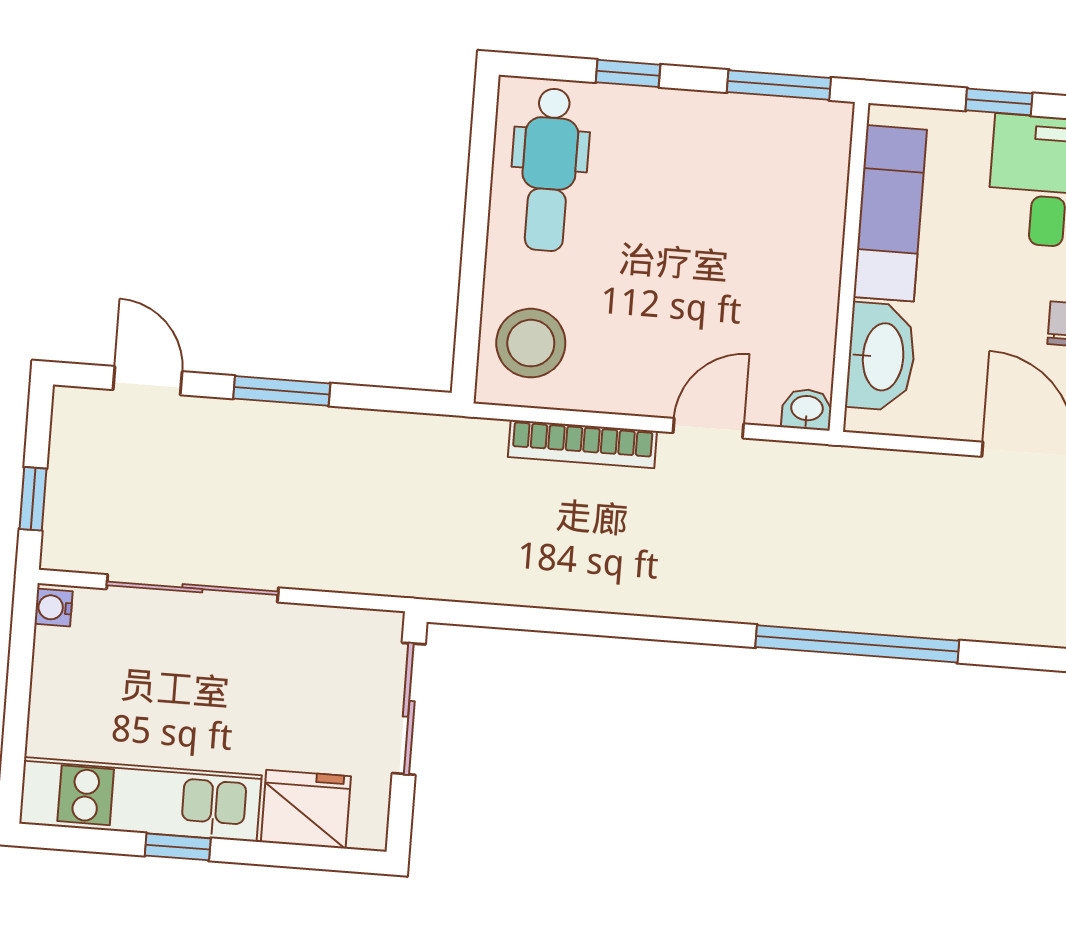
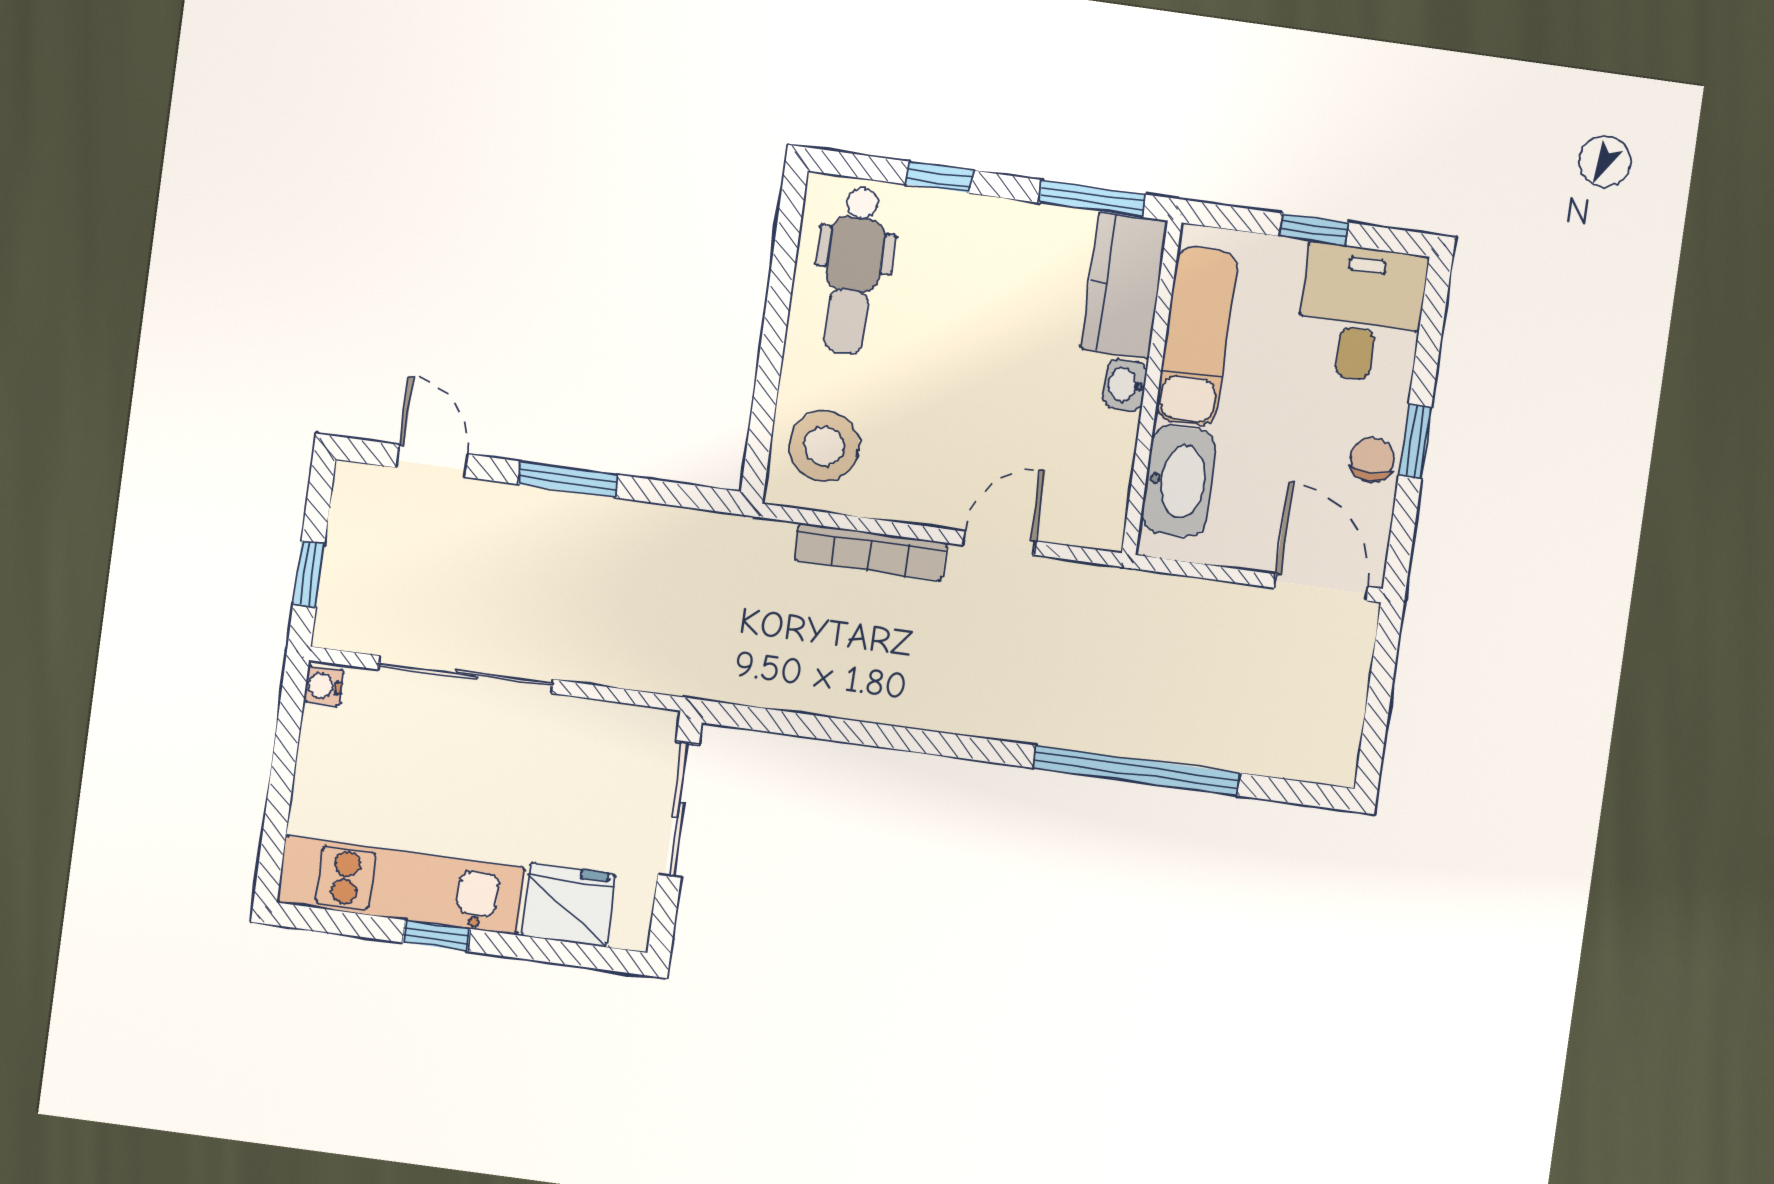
kitchen counter: (816, 167) -> (1124, 285), added
washbasin: (807, 409) -> (1125, 385), moved, turned -90

